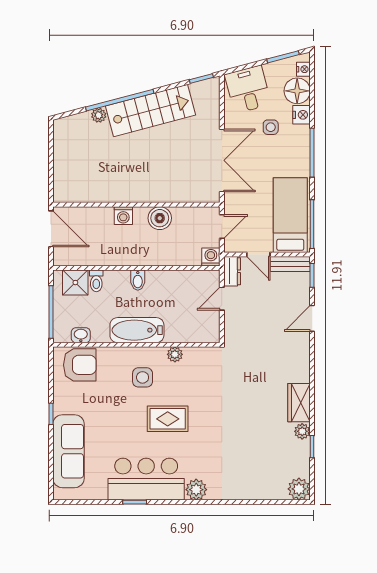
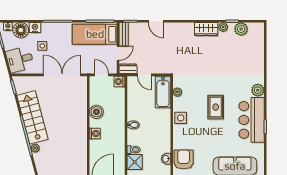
bathtub: (137, 330) -> (163, 92), moved
plant: (175, 354) -> (177, 92), moved
side table: (143, 377) -> (181, 118), moved
plant: (299, 489) -> (241, 29), moved

